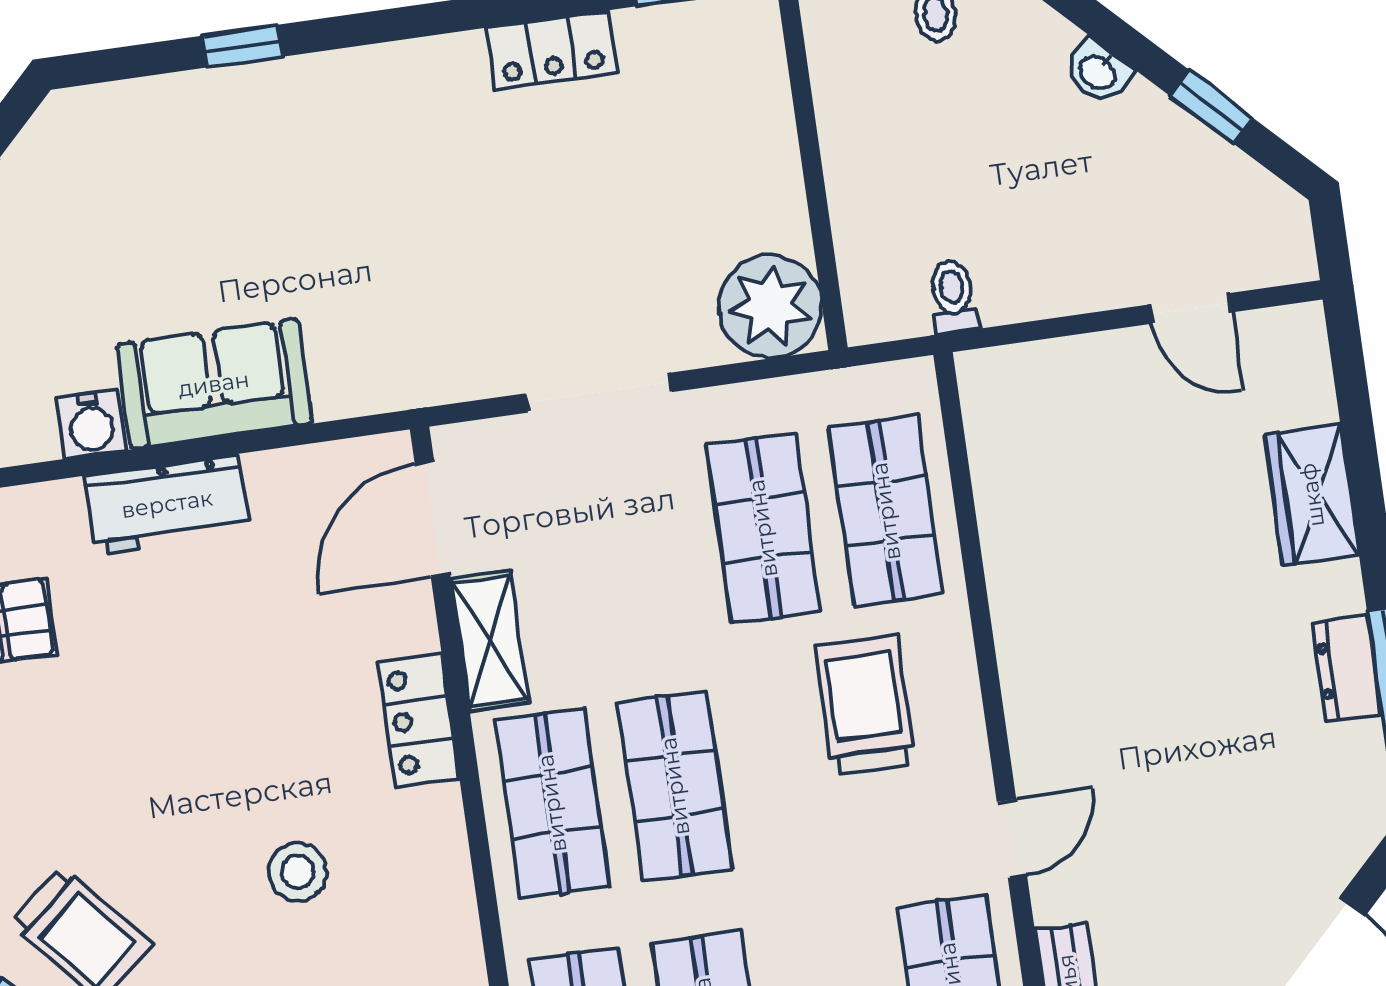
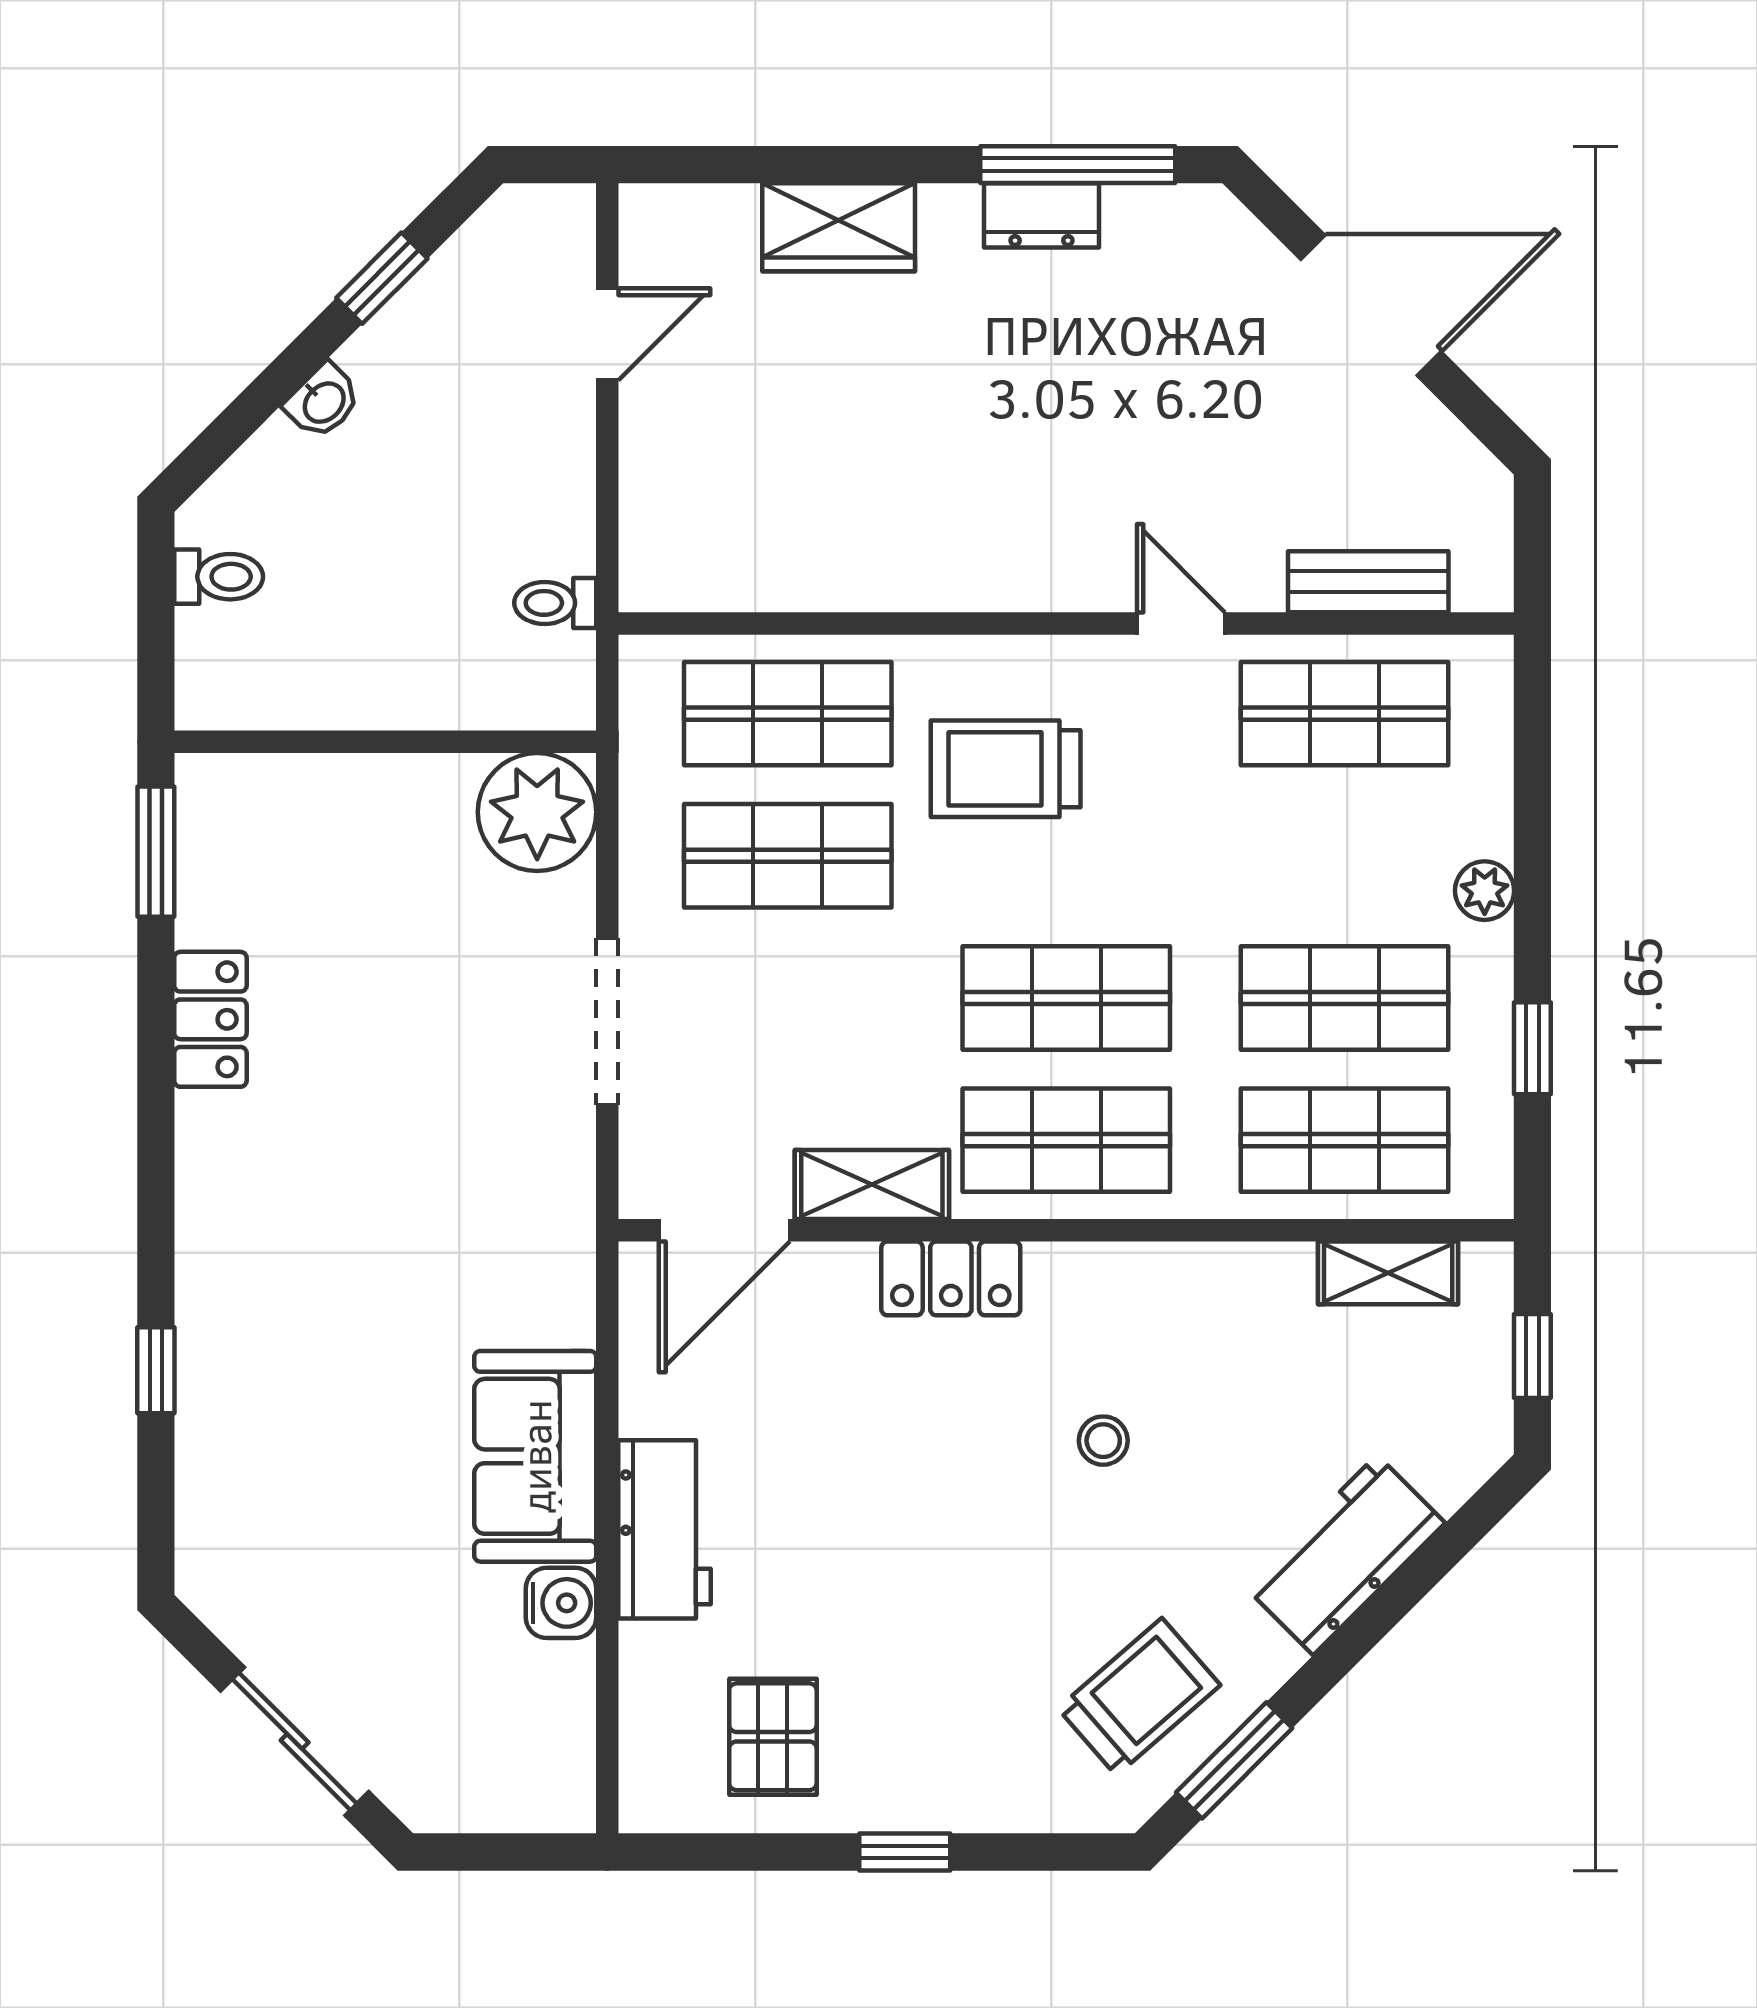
door: (433, 519) -> (724, 1230), hinge flipped
stool: (298, 872) -> (1103, 1441), width x0.73, depth x0.73

